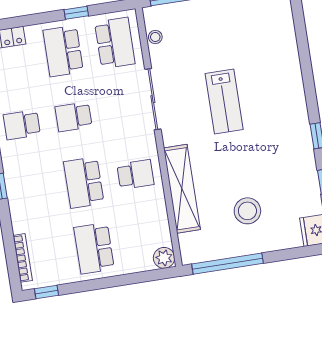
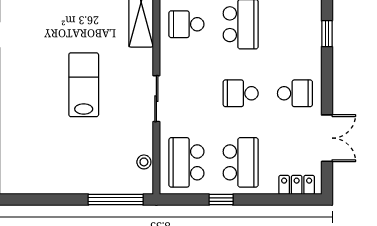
sliding door: (153, 99) -> (156, 99), width x0.73
school desk: (73, 117) -> (241, 93), turned 180

